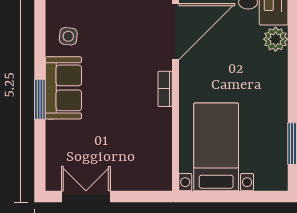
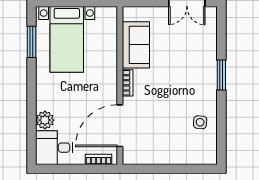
sofa: (63, 88) -> (136, 45), moved, turned 180
bed with nightstands: (216, 147) -> (67, 39), moved

